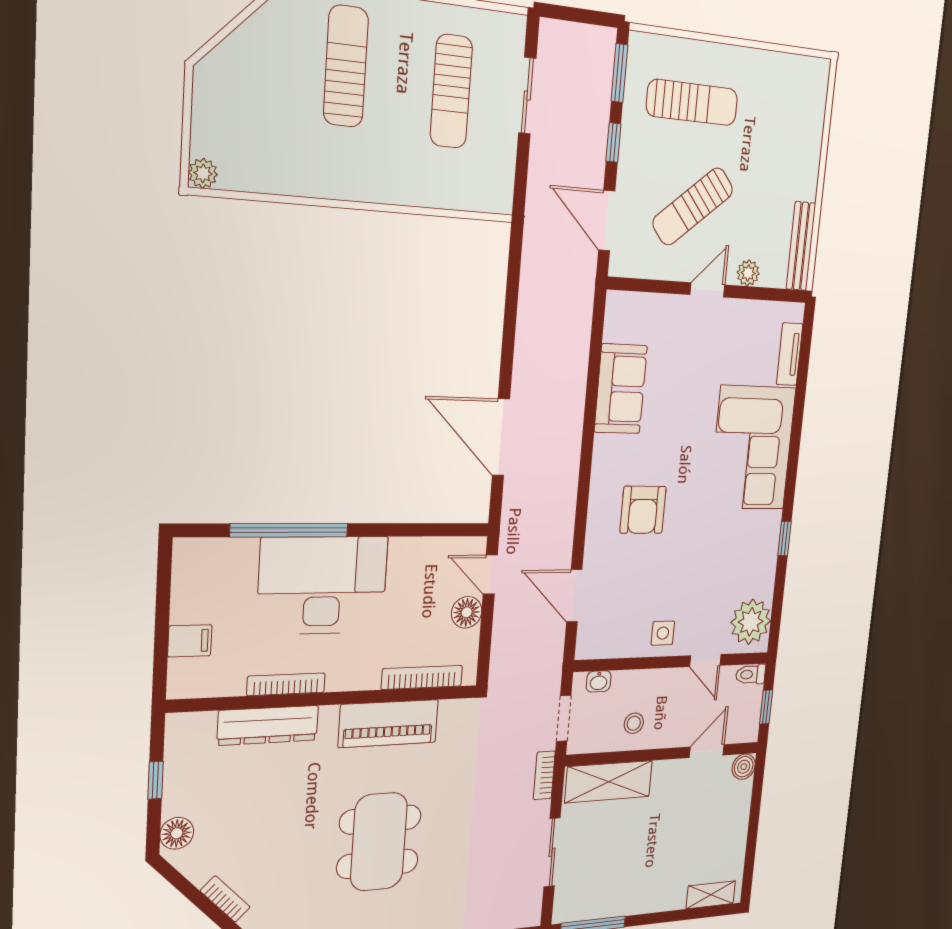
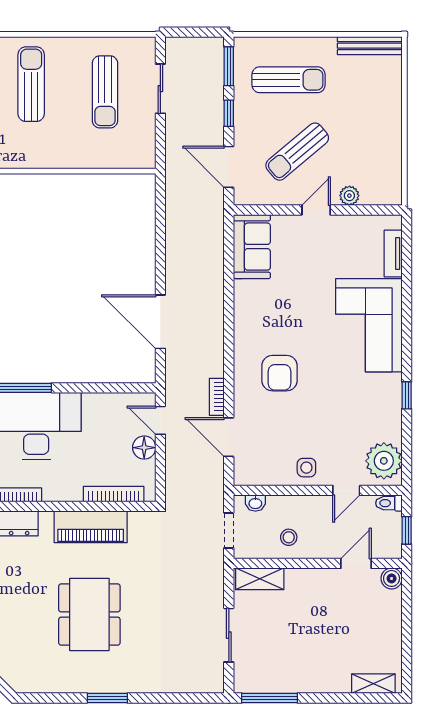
bench: (801, 246) -> (370, 46), moved, turned 90
sofa: (621, 389) -> (252, 247), moved
door: (705, 661) -> (346, 490), hinge flipped
bookcase: (544, 775) -> (217, 397), moved
shelving: (609, 782) -> (260, 579), width x0.67, depth x0.75

